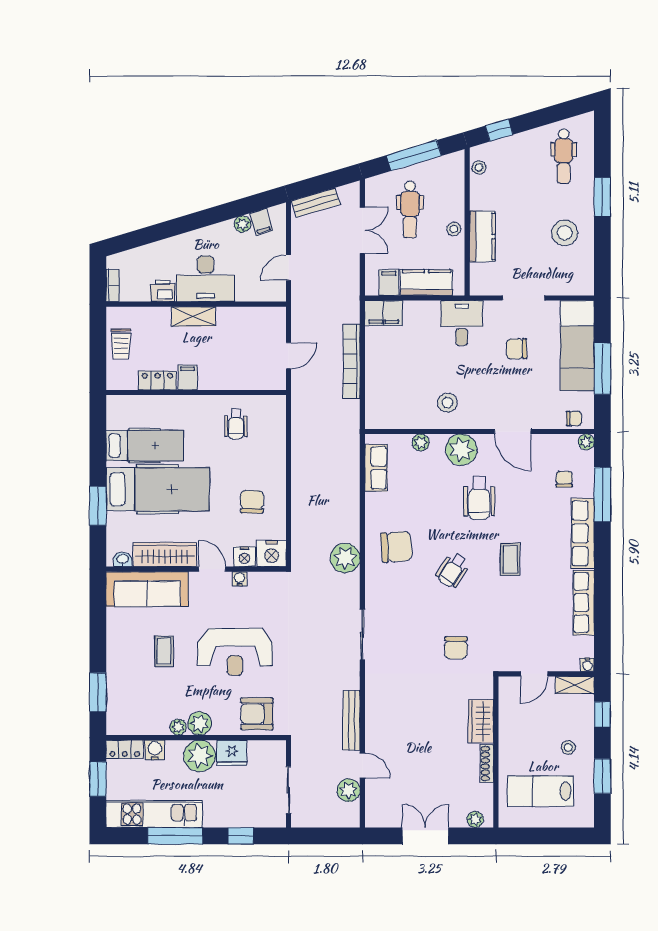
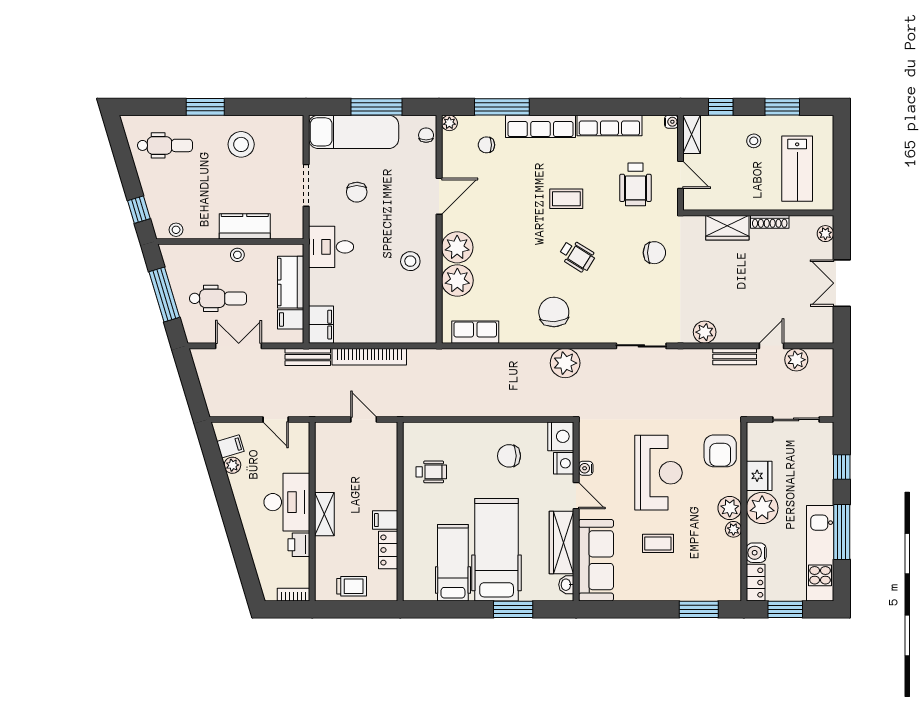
bench: (316, 203) -> (308, 357), moved, turned -73
plant: (421, 442) -> (457, 280), width x1.87, depth x1.87
wheelchair: (479, 498) -> (635, 184), moved, turned 90
door: (212, 569) -> (576, 496), swing flipped
plant: (376, 698) -> (705, 332), added
bench: (352, 720) -> (735, 357), width x0.73

